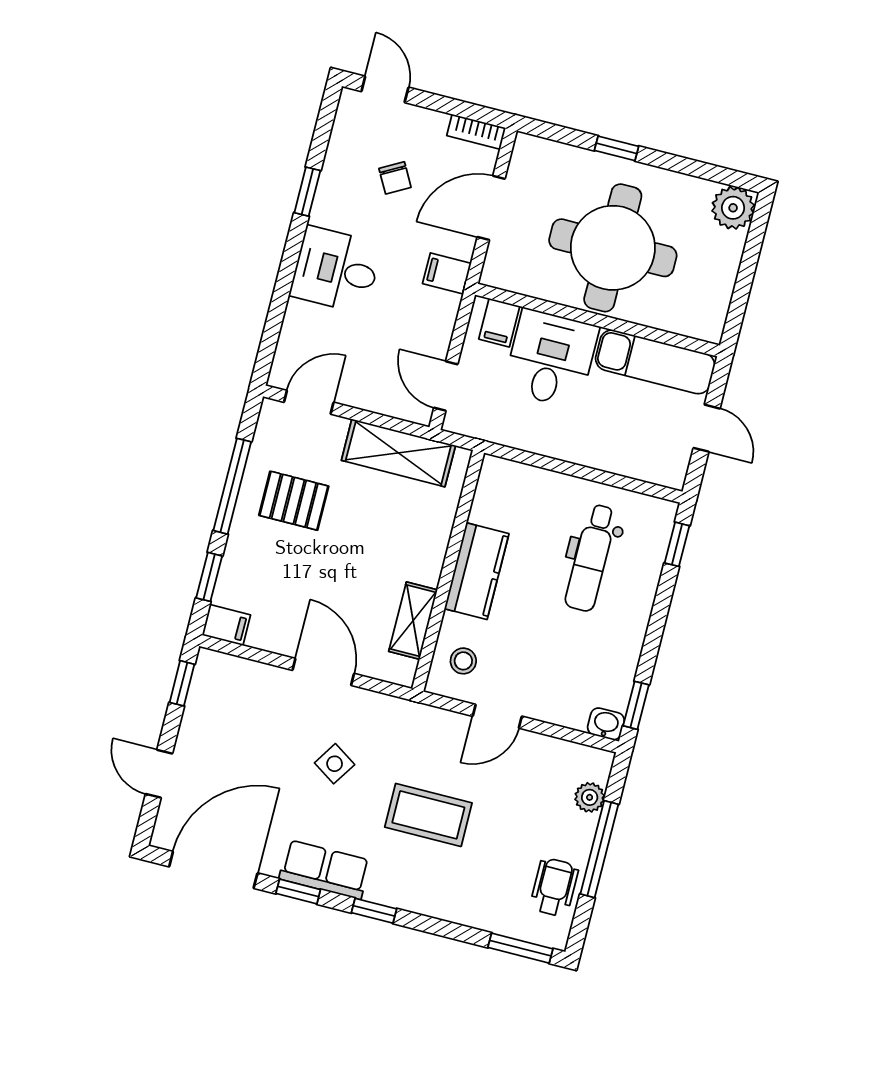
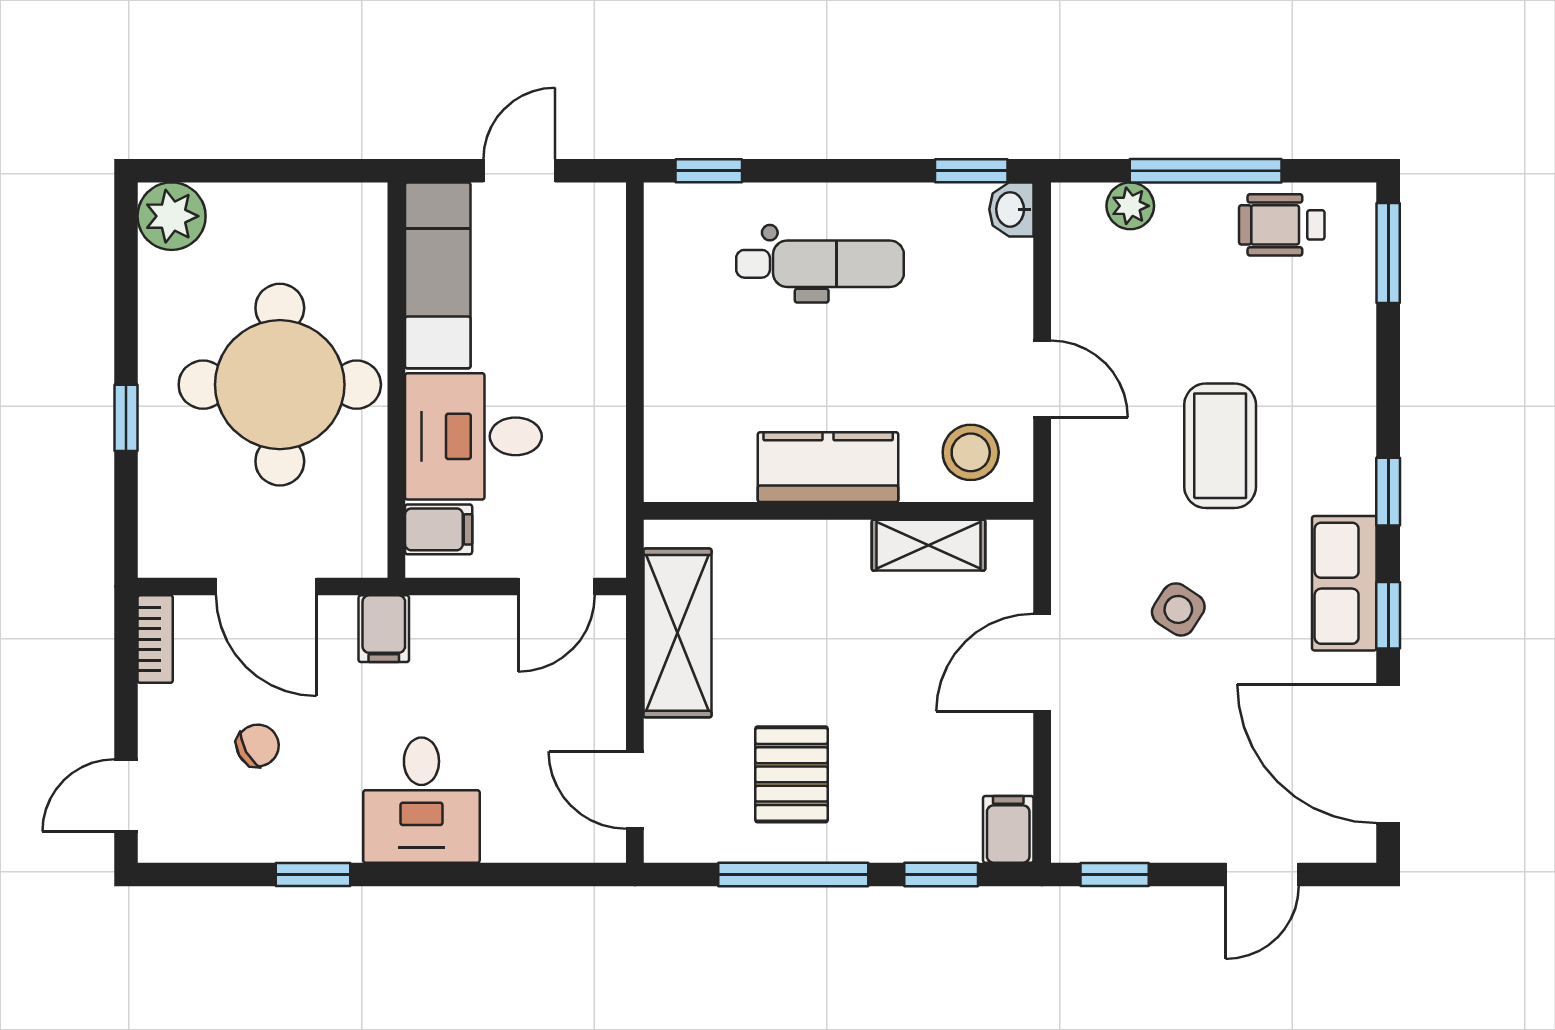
dental chair: (591, 558) -> (820, 264), moved
stool: (463, 661) -> (971, 452), width x1.37, depth x1.37

